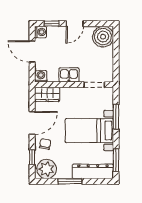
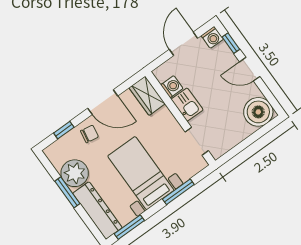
washing machine: (41, 76) -> (172, 87), moved
plant: (47, 169) -> (75, 173), moved

